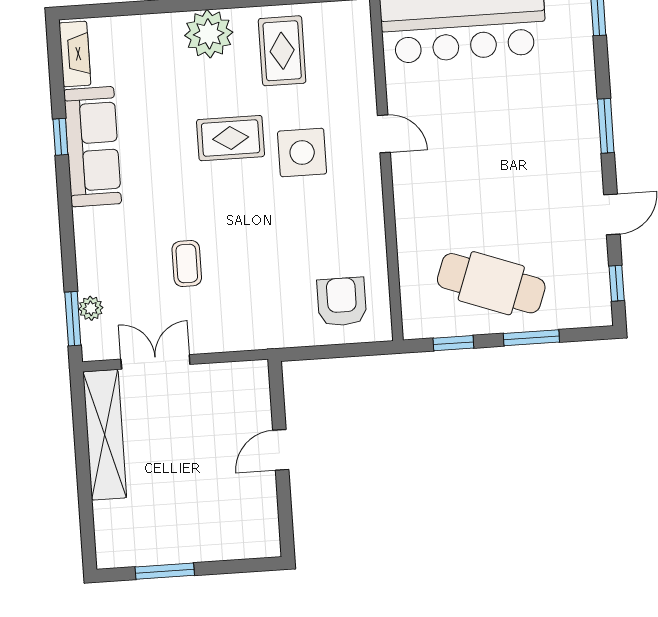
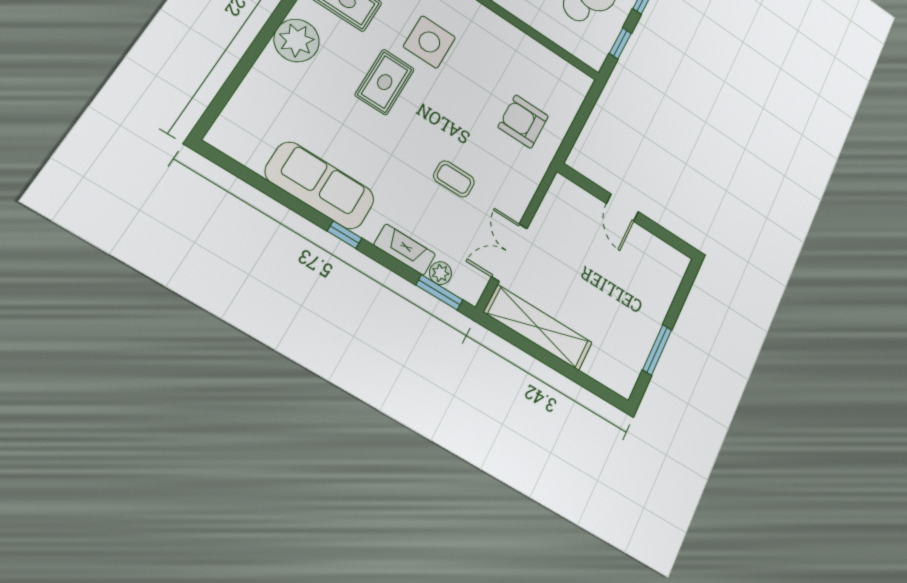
fireplace: (75, 54) -> (405, 250), moved
window: (60, 137) -> (345, 235), moved
armchair: (342, 302) -> (523, 122), moved

